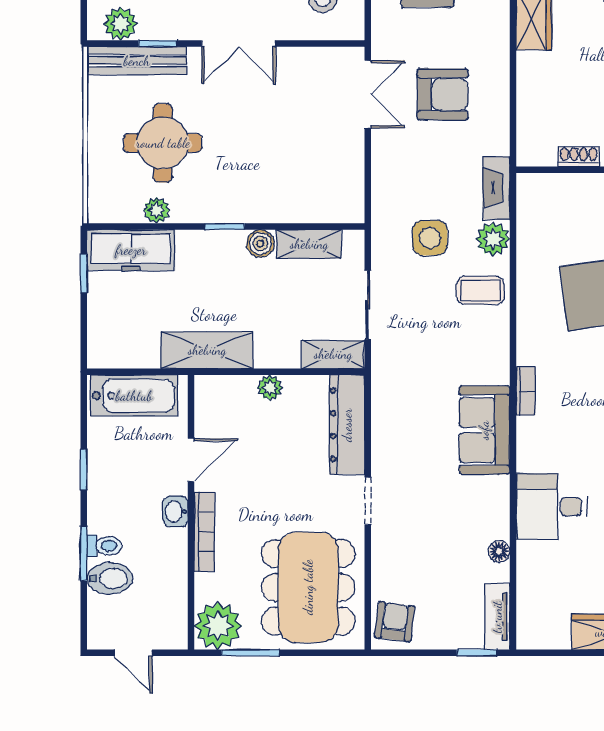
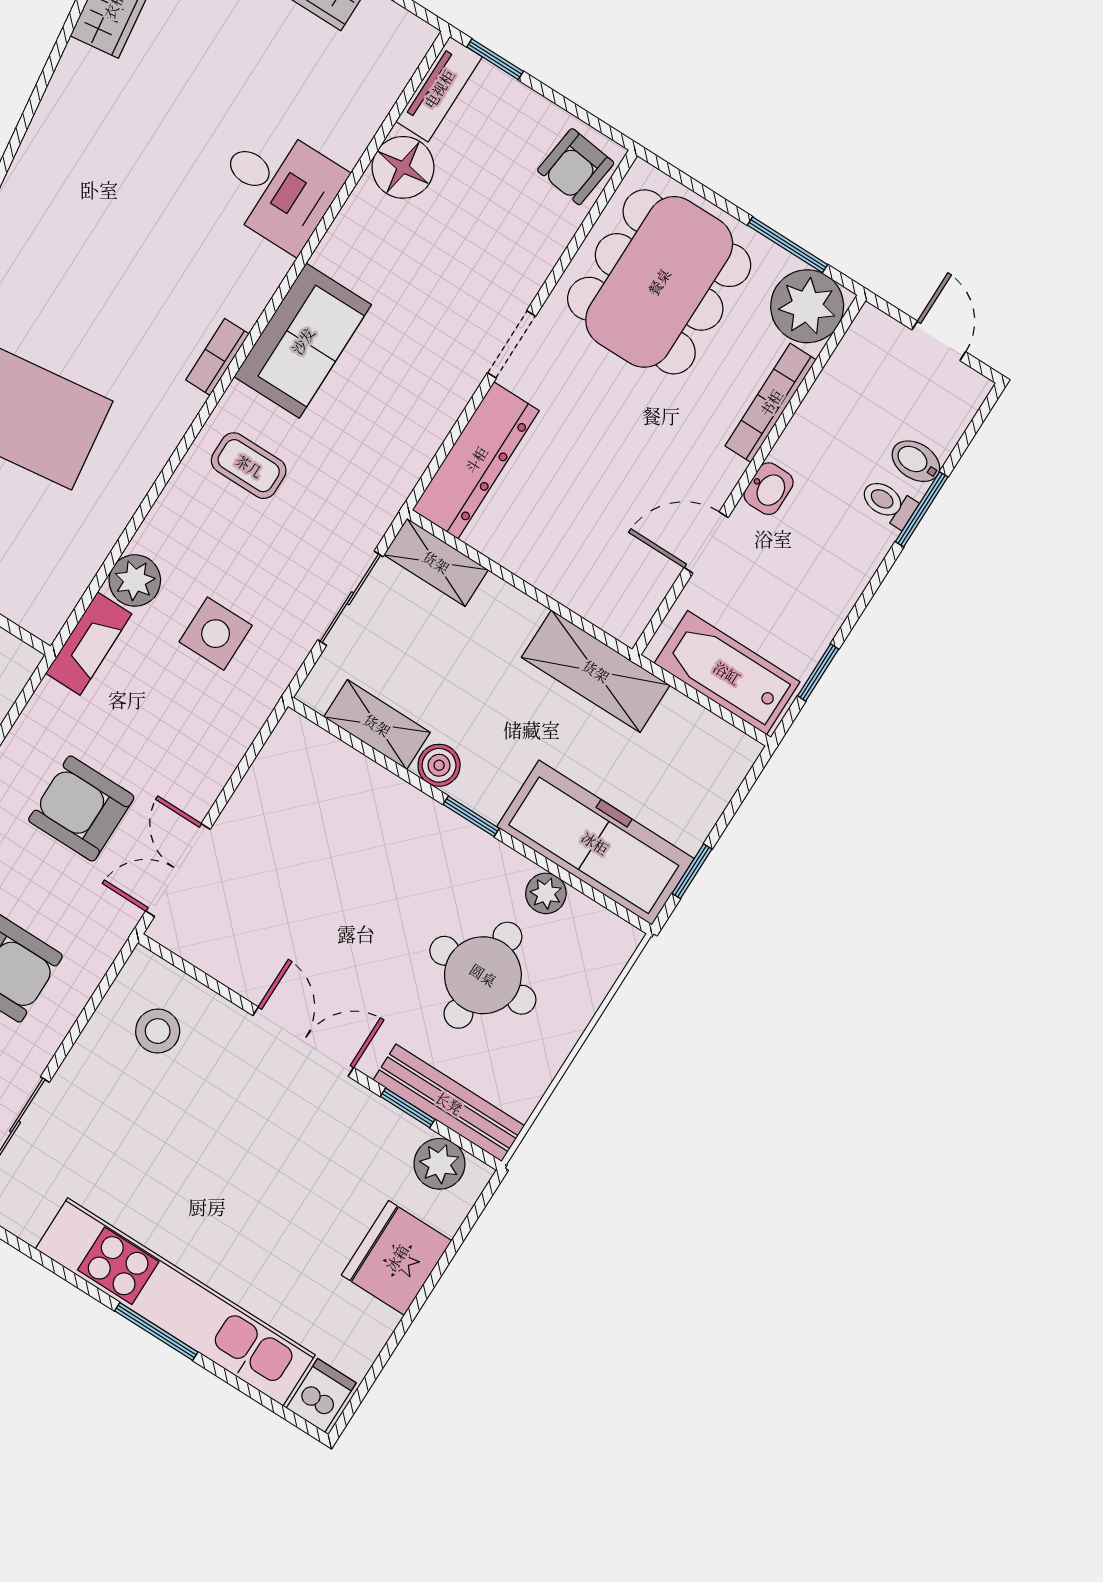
freezer: (131, 250) -> (595, 843), width x1.36, depth x1.26
coffee table: (480, 290) -> (249, 466), moved
plant: (270, 388) -> (545, 571), removed
window: (84, 469) -> (818, 673), moved
bookcase: (204, 532) -> (771, 403), moved
floor lamp: (499, 551) -> (403, 167), width x1.89, depth x1.89
bidet: (110, 578) -> (916, 461), width x0.72, depth x0.74

